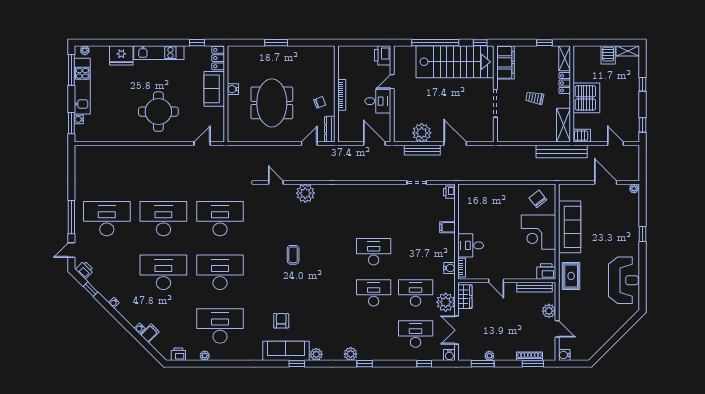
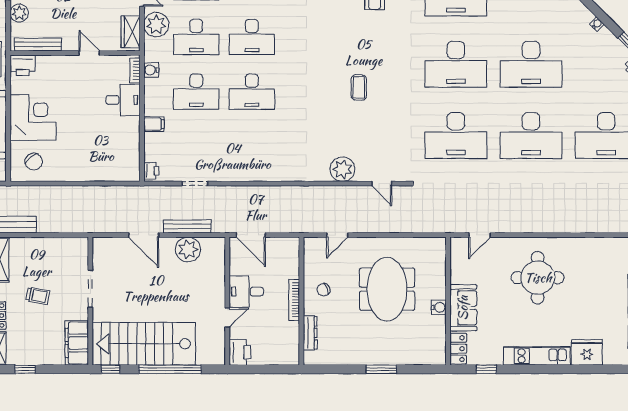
dresser: (330, 129) -> (310, 333), moved
desk: (416, 252) -> (196, 92), added

